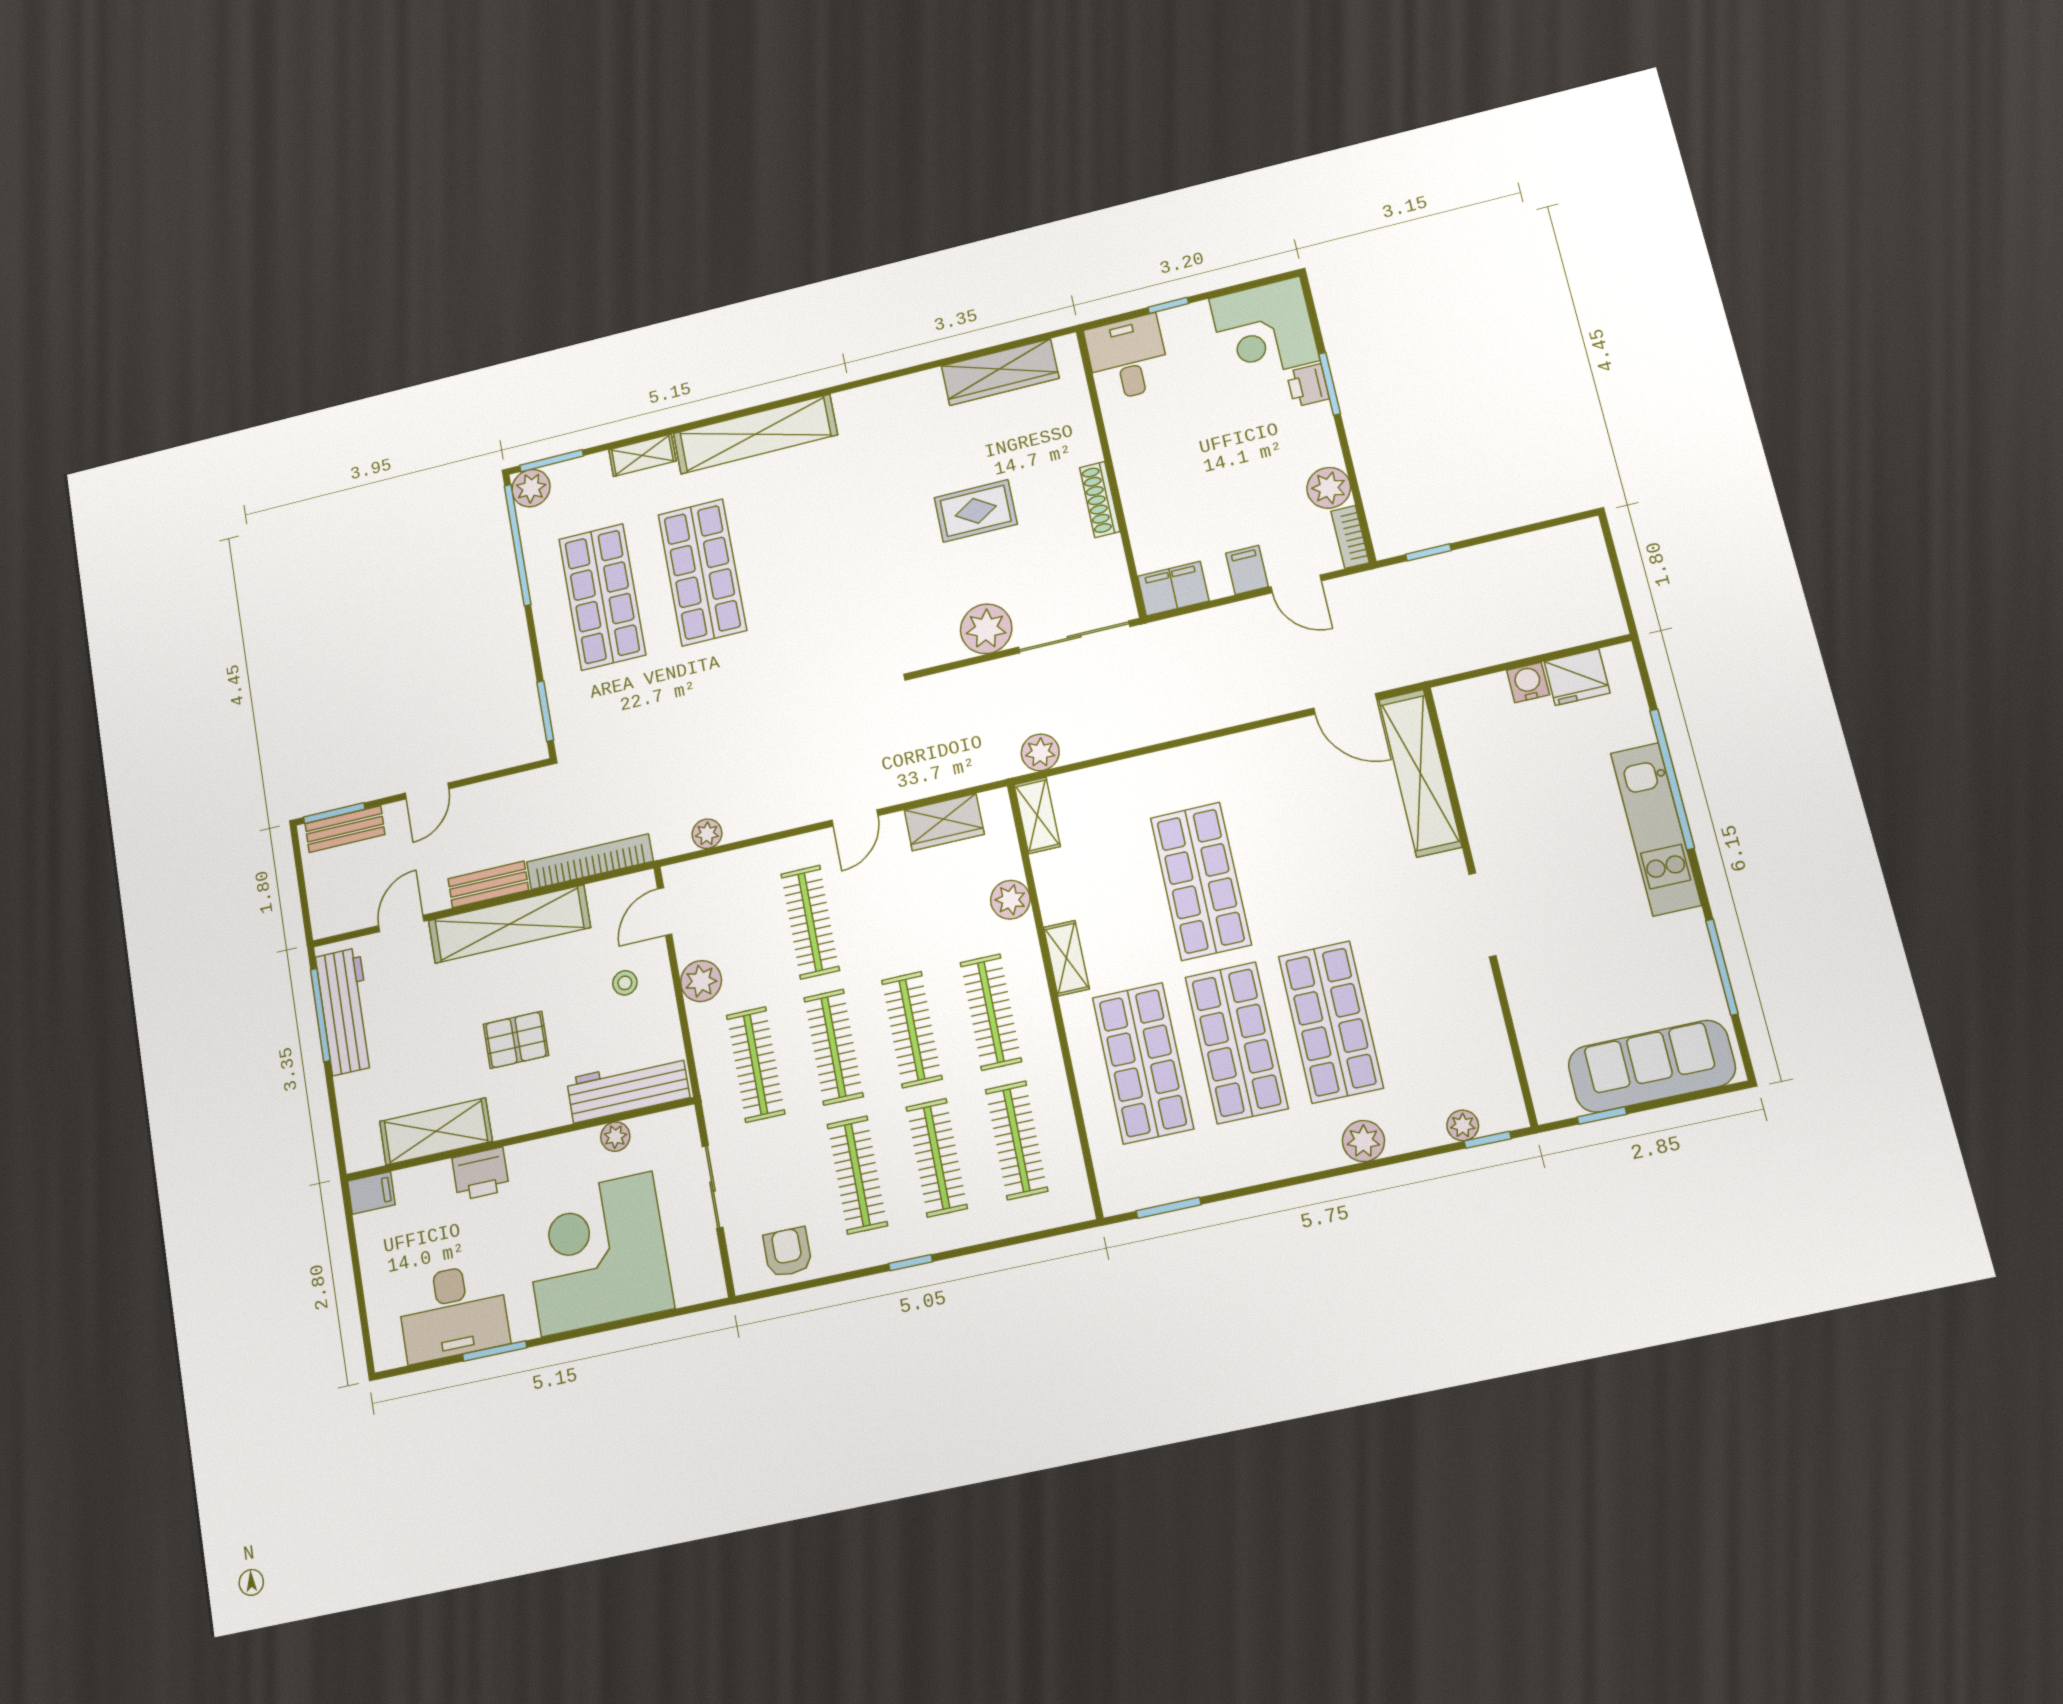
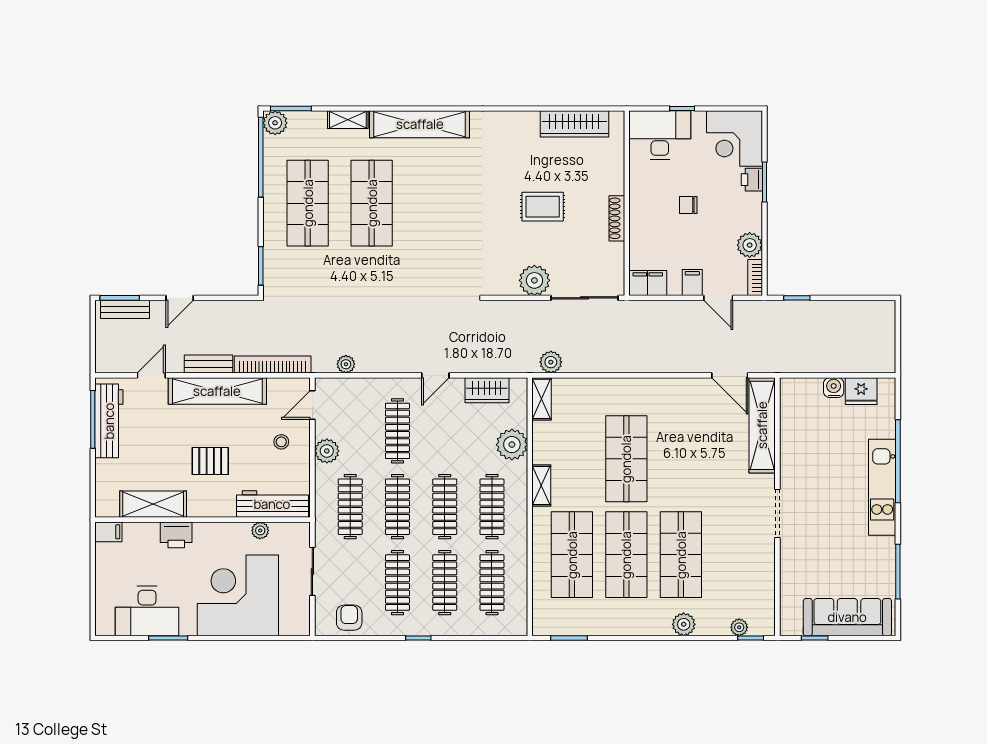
desk: (1128, 358) -> (660, 135), width x1.37
chair: (1212, 450) -> (688, 205), added
plant: (1010, 900) -> (512, 445), width x1.36, depth x1.36

